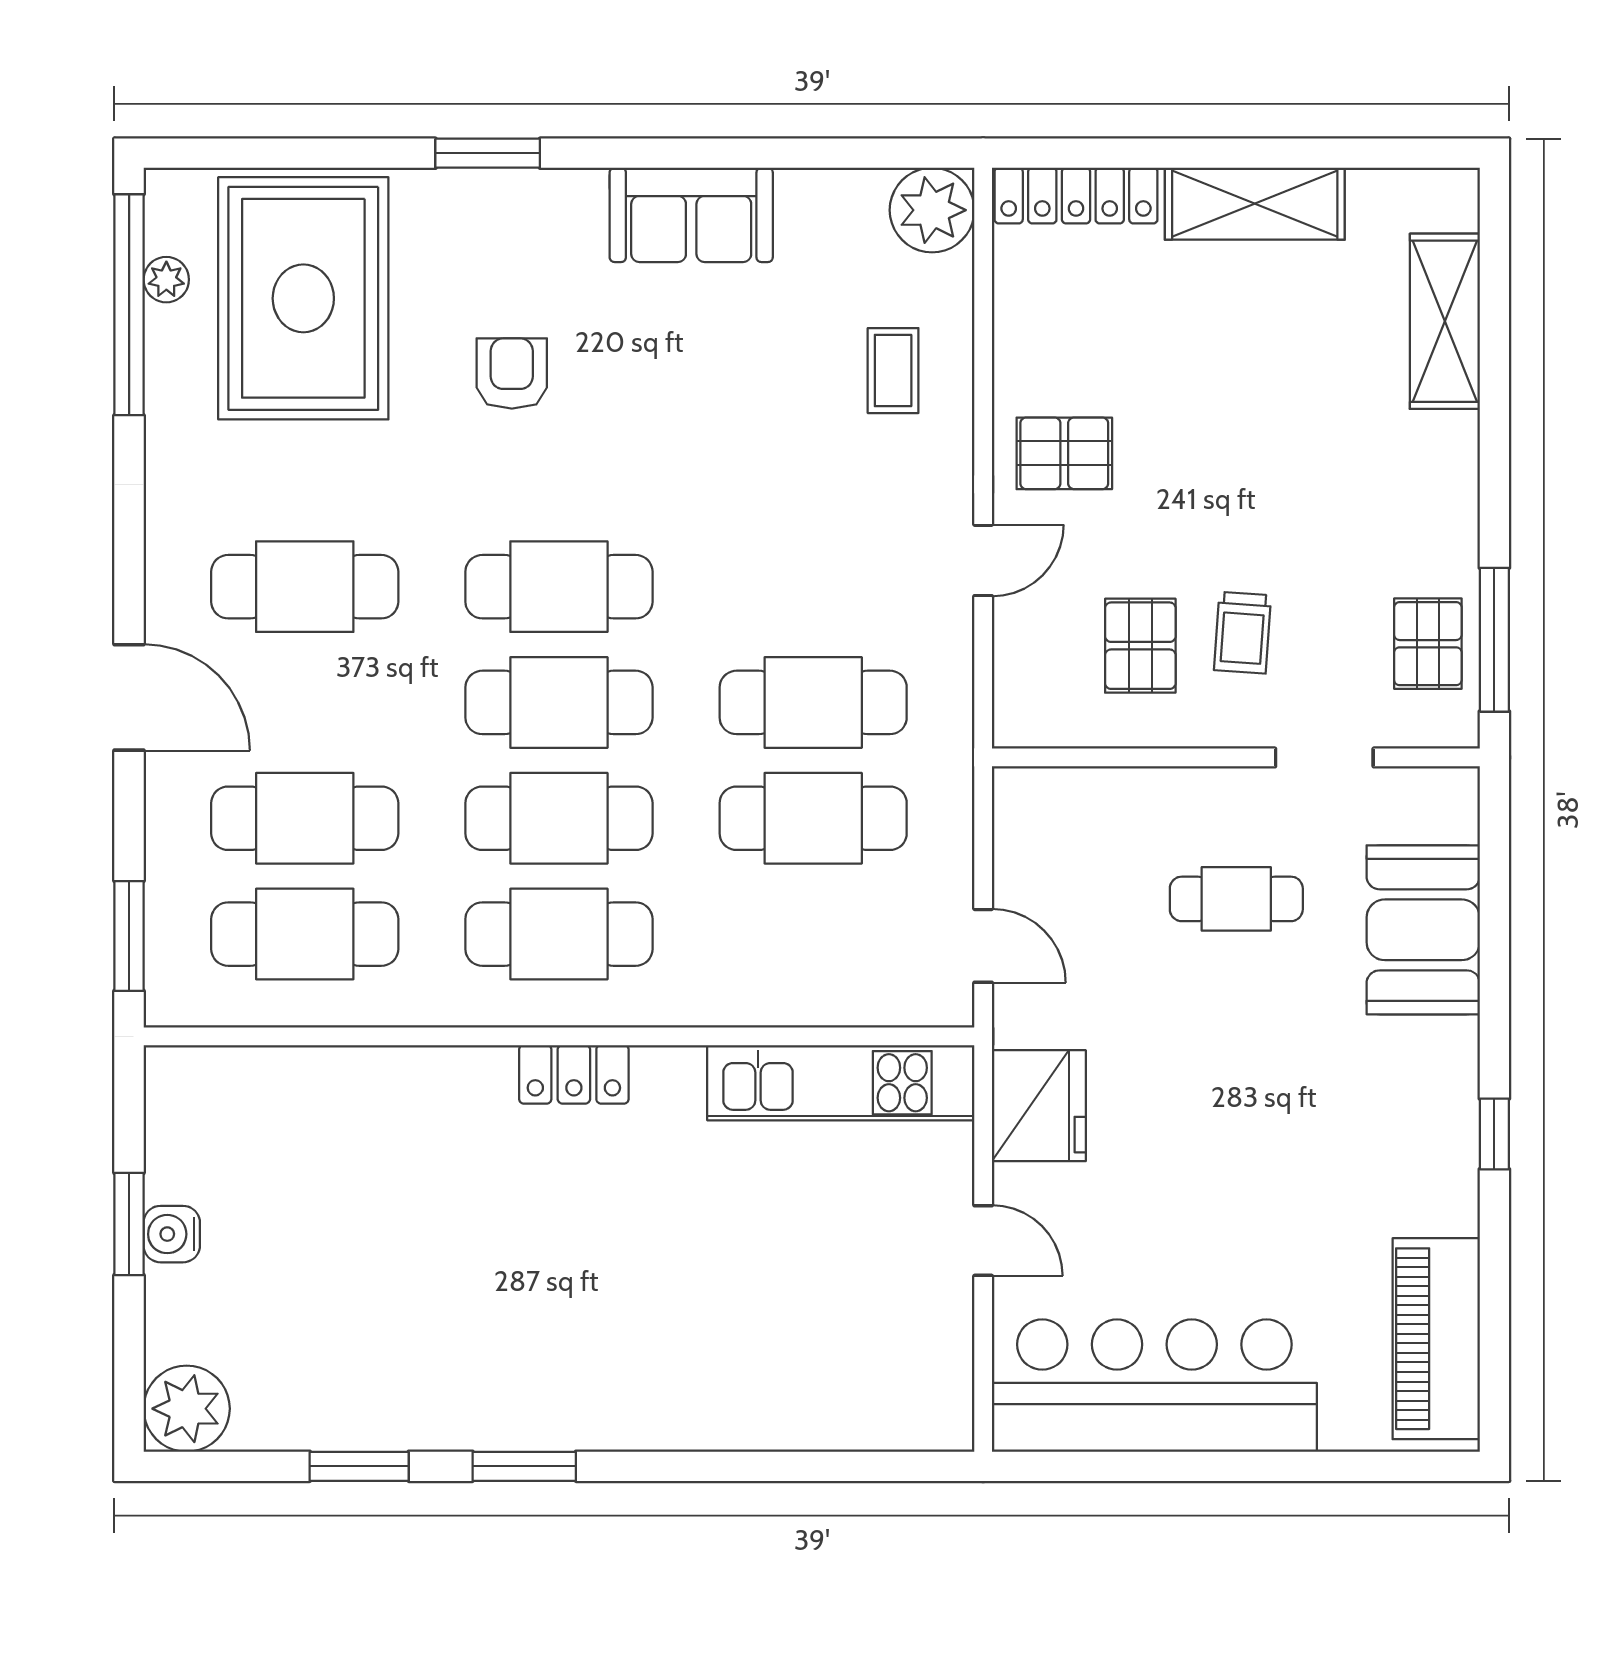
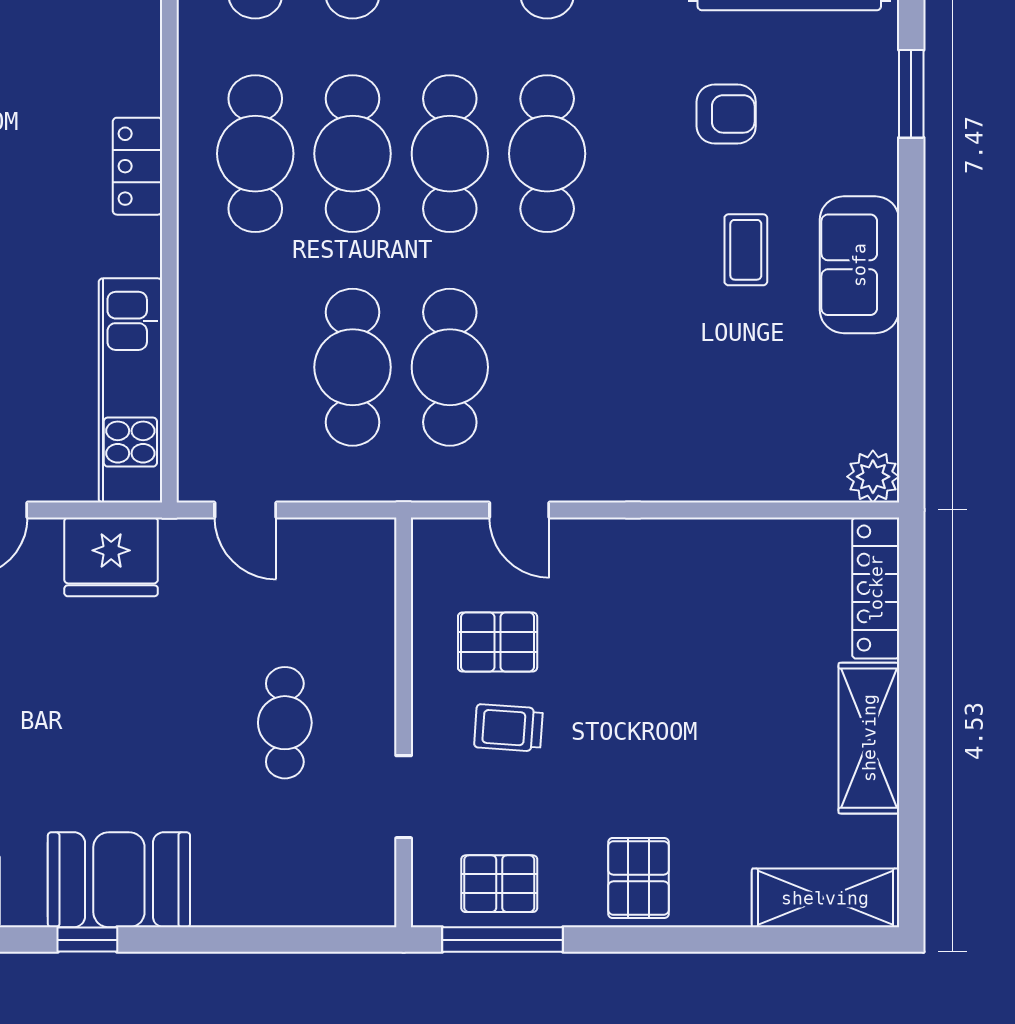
plant: (932, 210) -> (873, 477), width x0.73, depth x0.73
shelving: (1445, 321) -> (825, 898), moved
coffee table: (893, 371) -> (746, 250), moved, turned 90
pallet: (1064, 453) -> (638, 878), moved
door: (983, 560) -> (519, 510), moved
booth: (1423, 930) -> (119, 880), moved
door: (983, 946) -> (245, 510), hinge flipped

